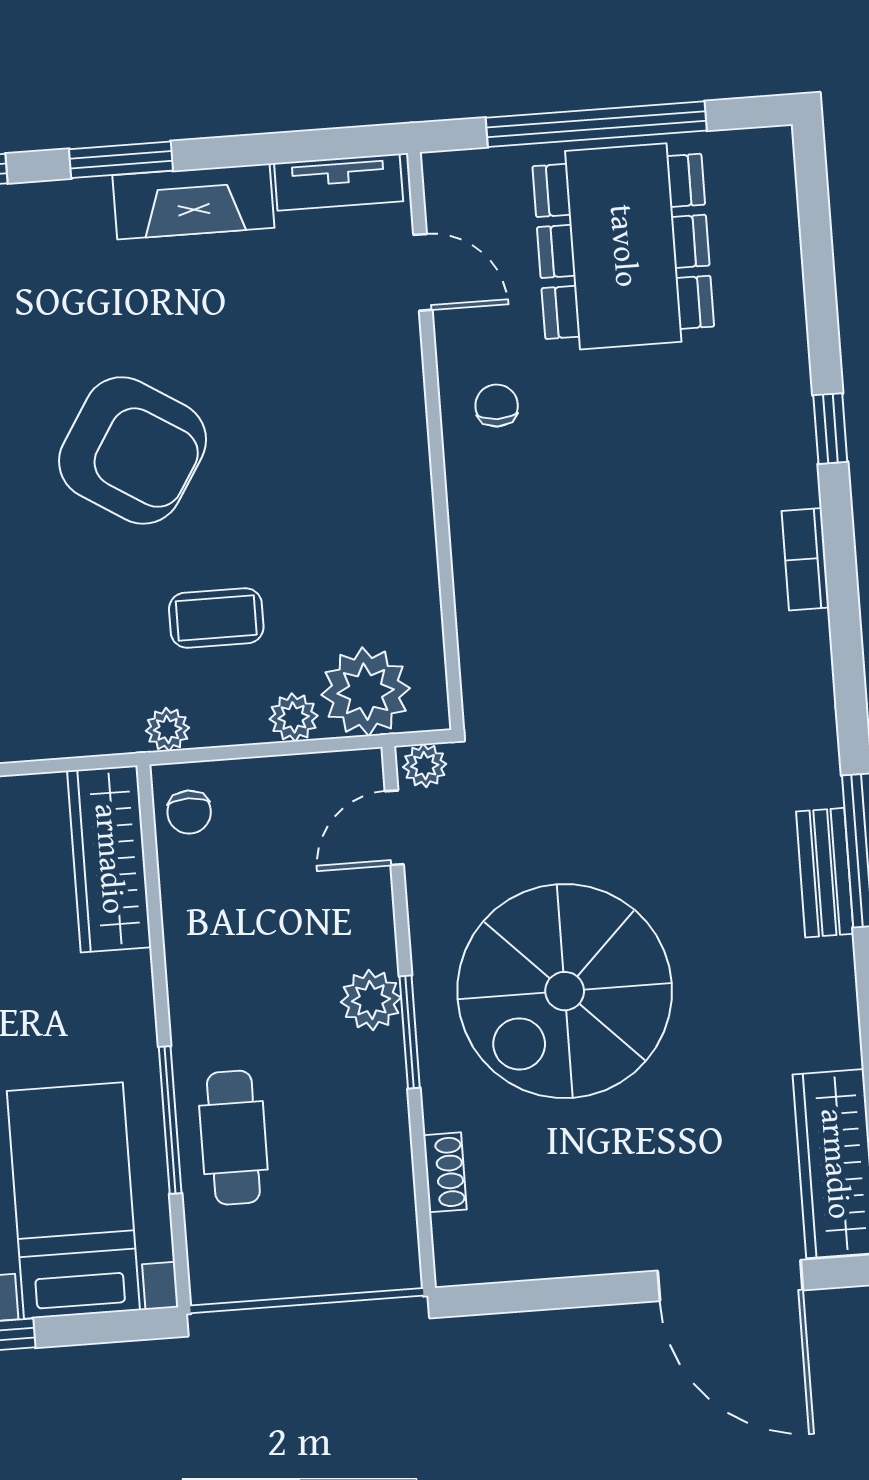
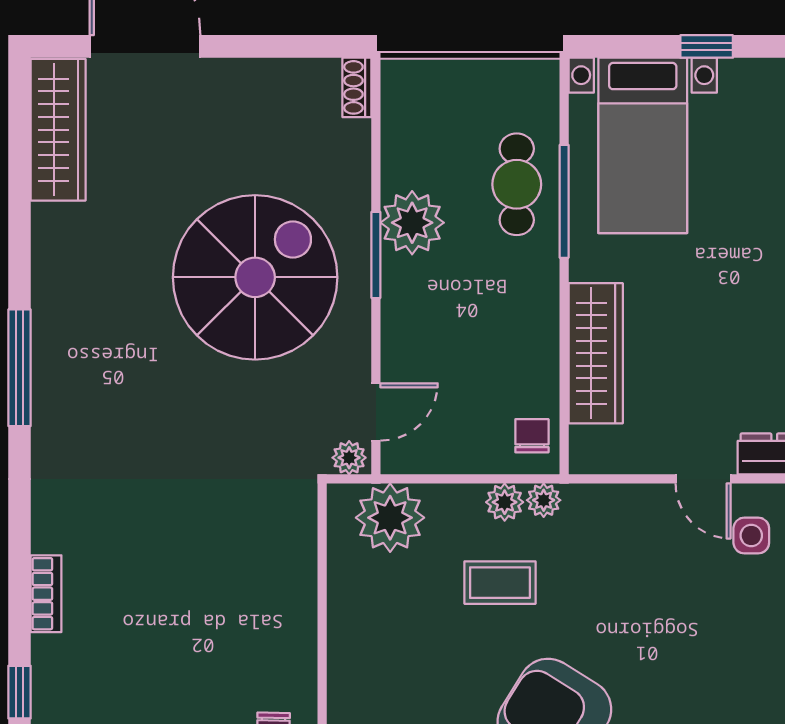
plant: (294, 717) -> (505, 502), moved
wardrobe: (109, 859) -> (596, 353), moved
bench: (825, 873) -> (49, 353), removed
plant: (371, 1000) -> (412, 223), moved, width x1.36, depth x1.36
shoe rack: (445, 1172) -> (357, 87), moved

